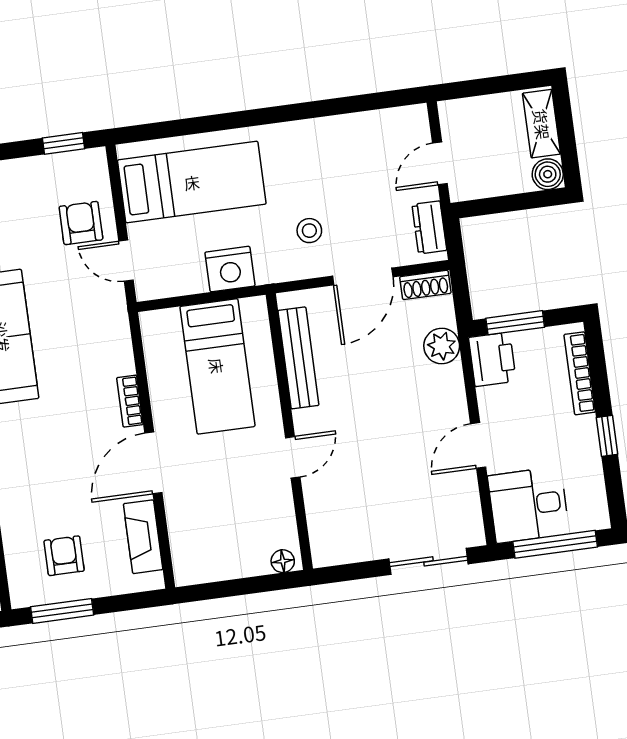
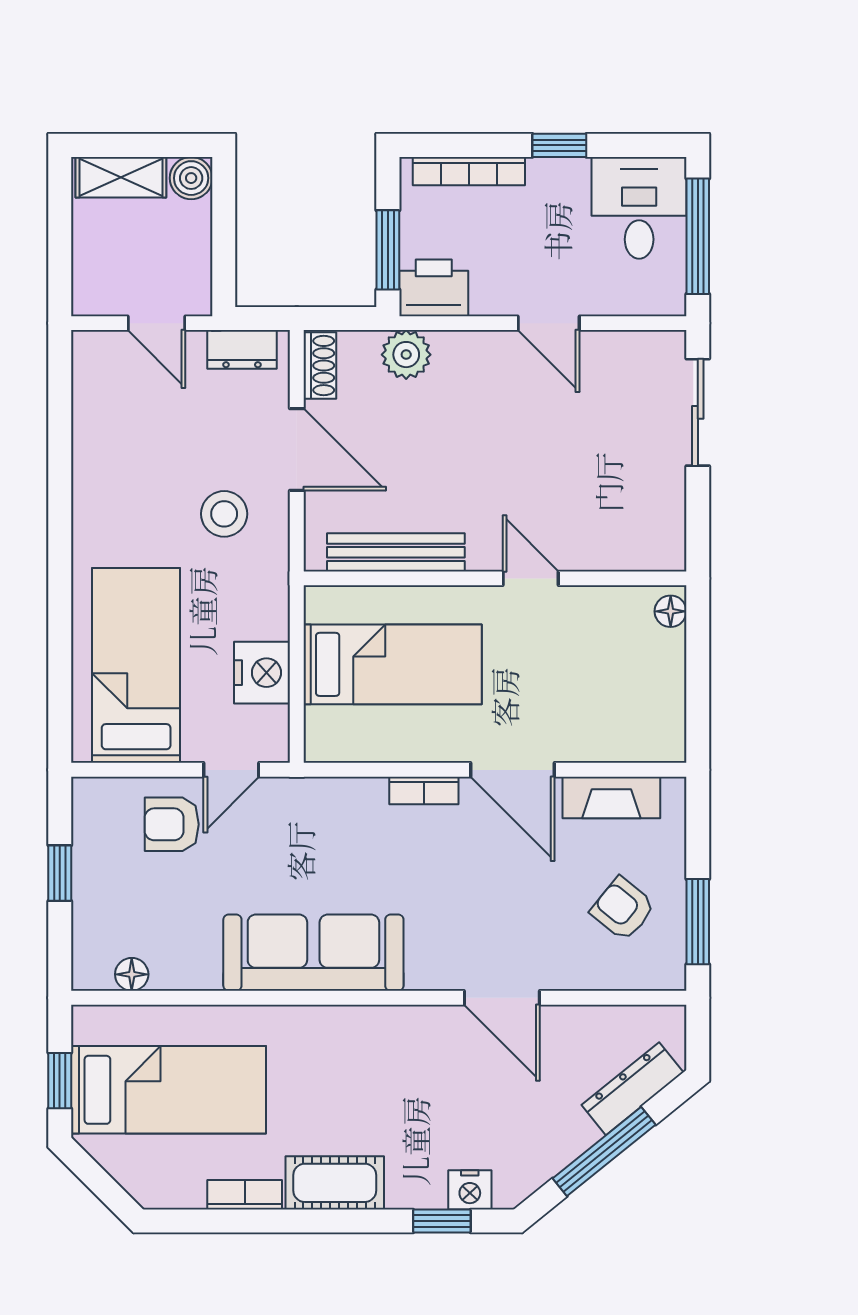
window: (64, 143) -> (60, 873), moved
stool: (309, 231) -> (224, 514), width x1.37, depth x1.37
nightstand: (230, 269) -> (262, 673), moved
desk: (529, 505) -> (639, 208), moved, turned 180
armchair: (64, 556) -> (623, 909), turned 39

